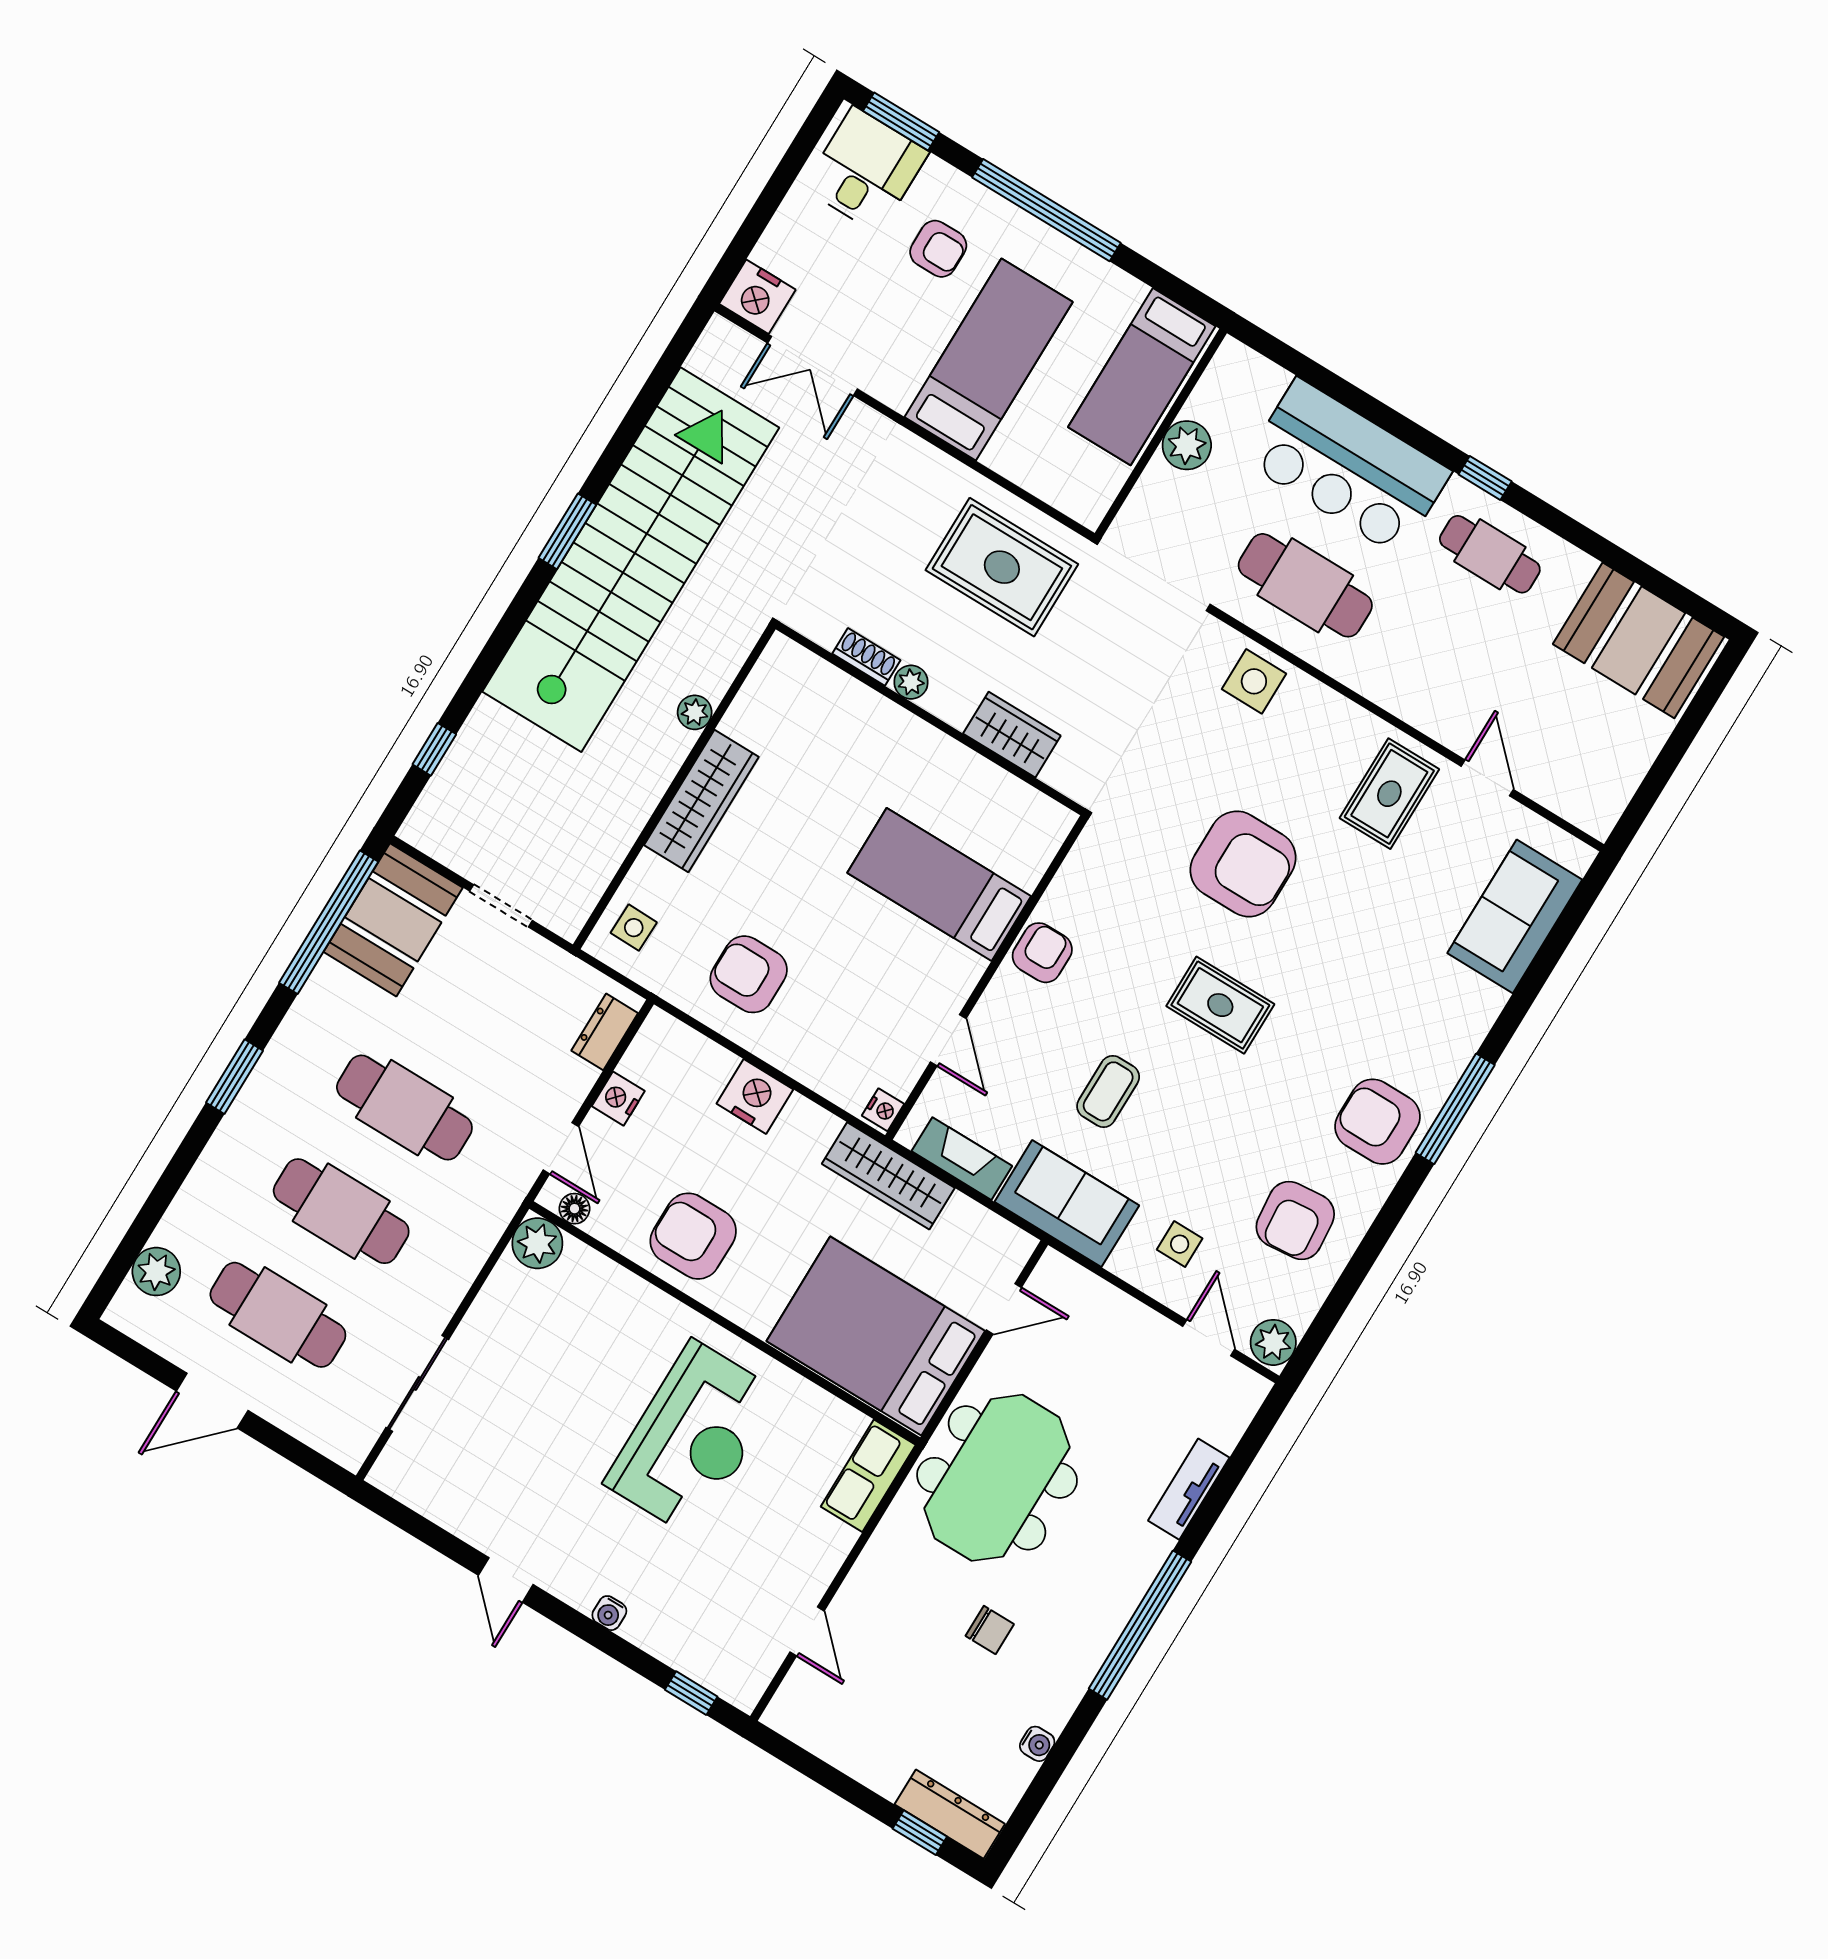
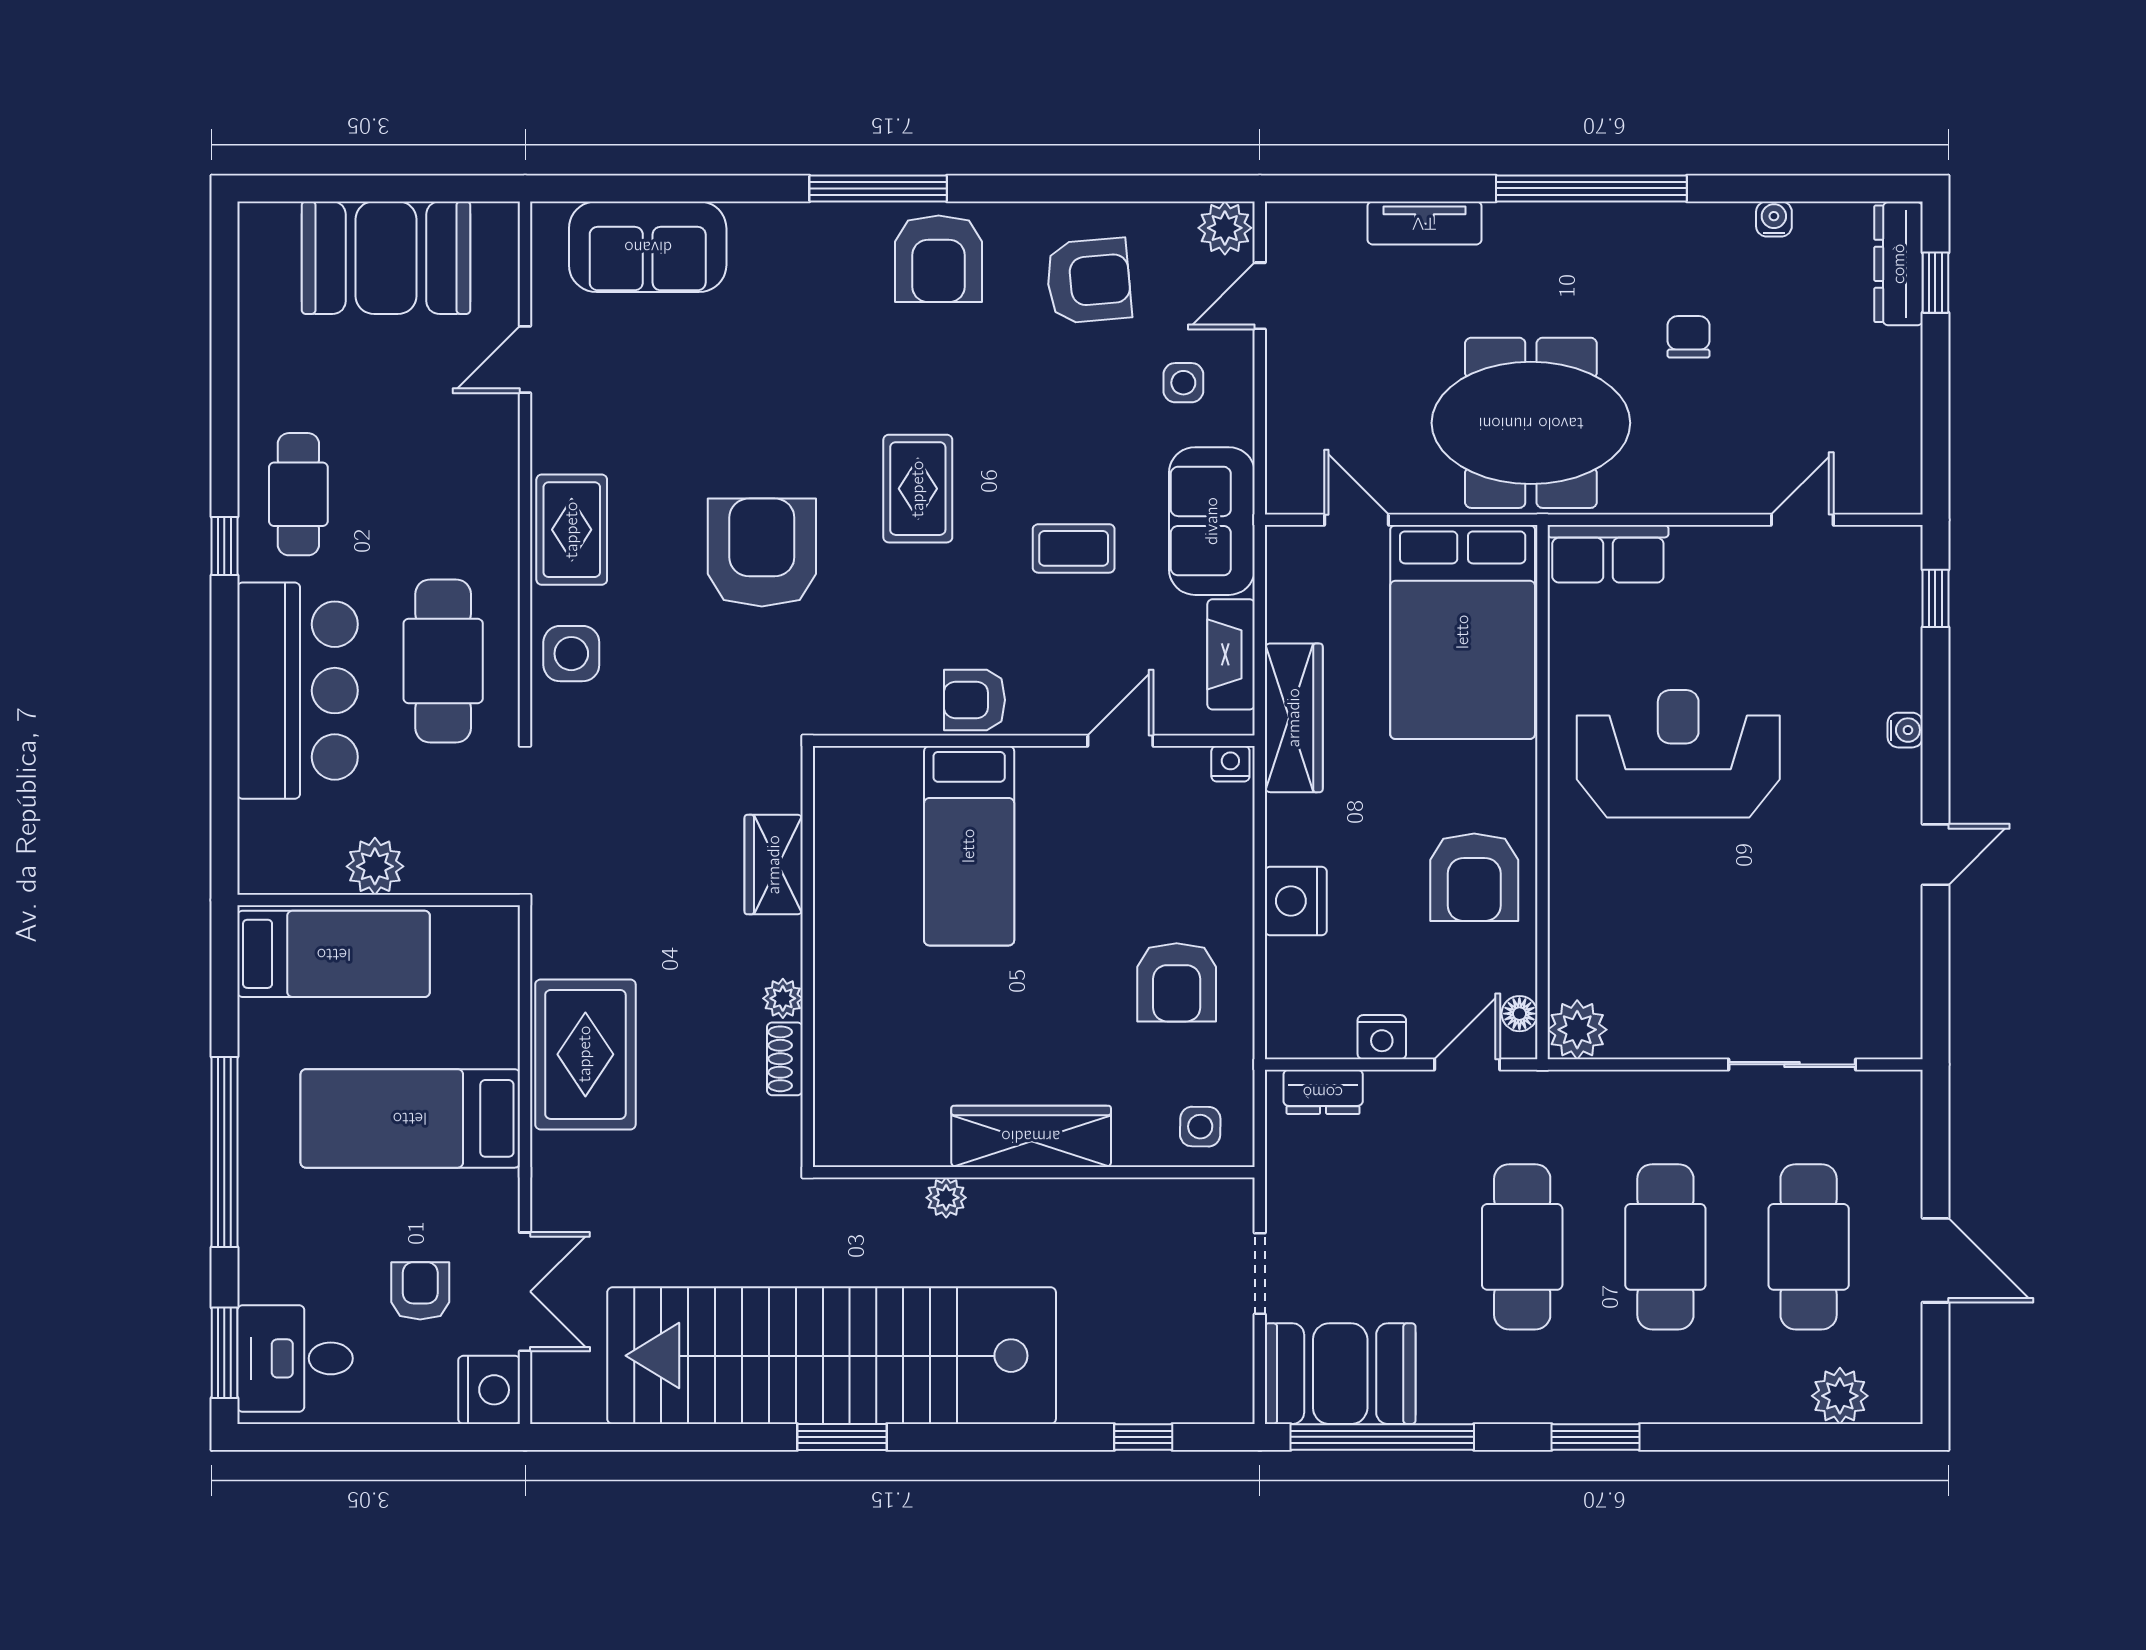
armchair: (938, 249) -> (420, 1291), moved
rug: (1002, 567) -> (585, 1054), moved
booth: (1638, 640) -> (386, 258), moved, turned 90
rug: (1389, 794) -> (572, 530), moved, turned 90

